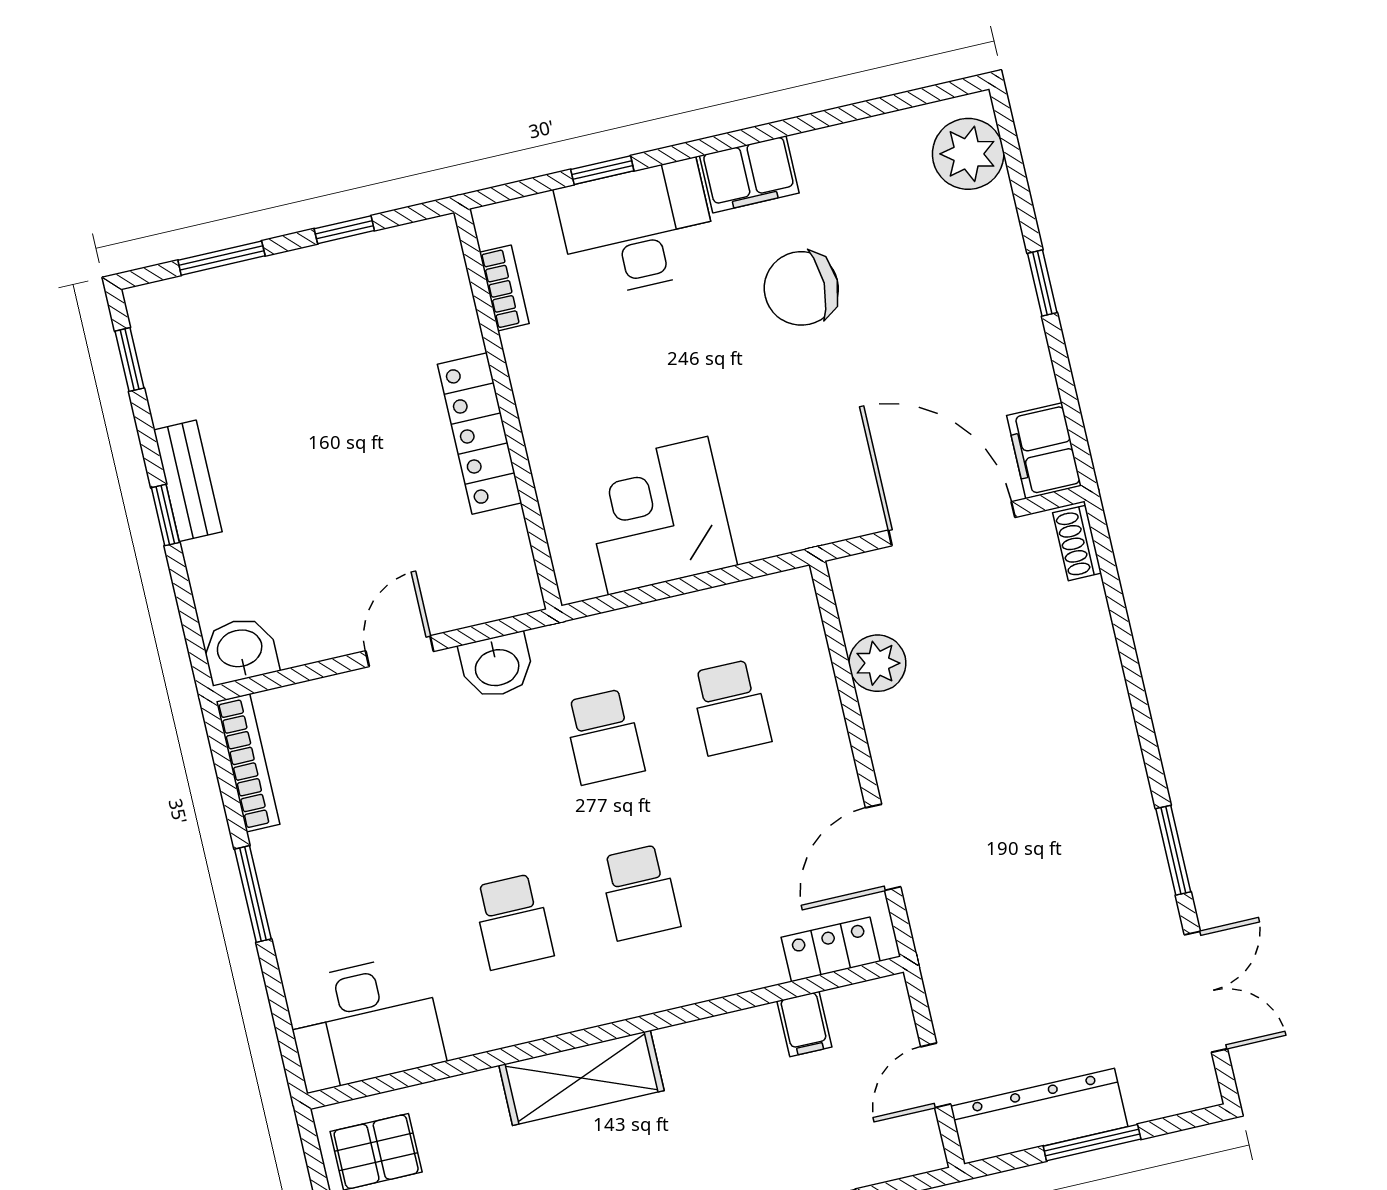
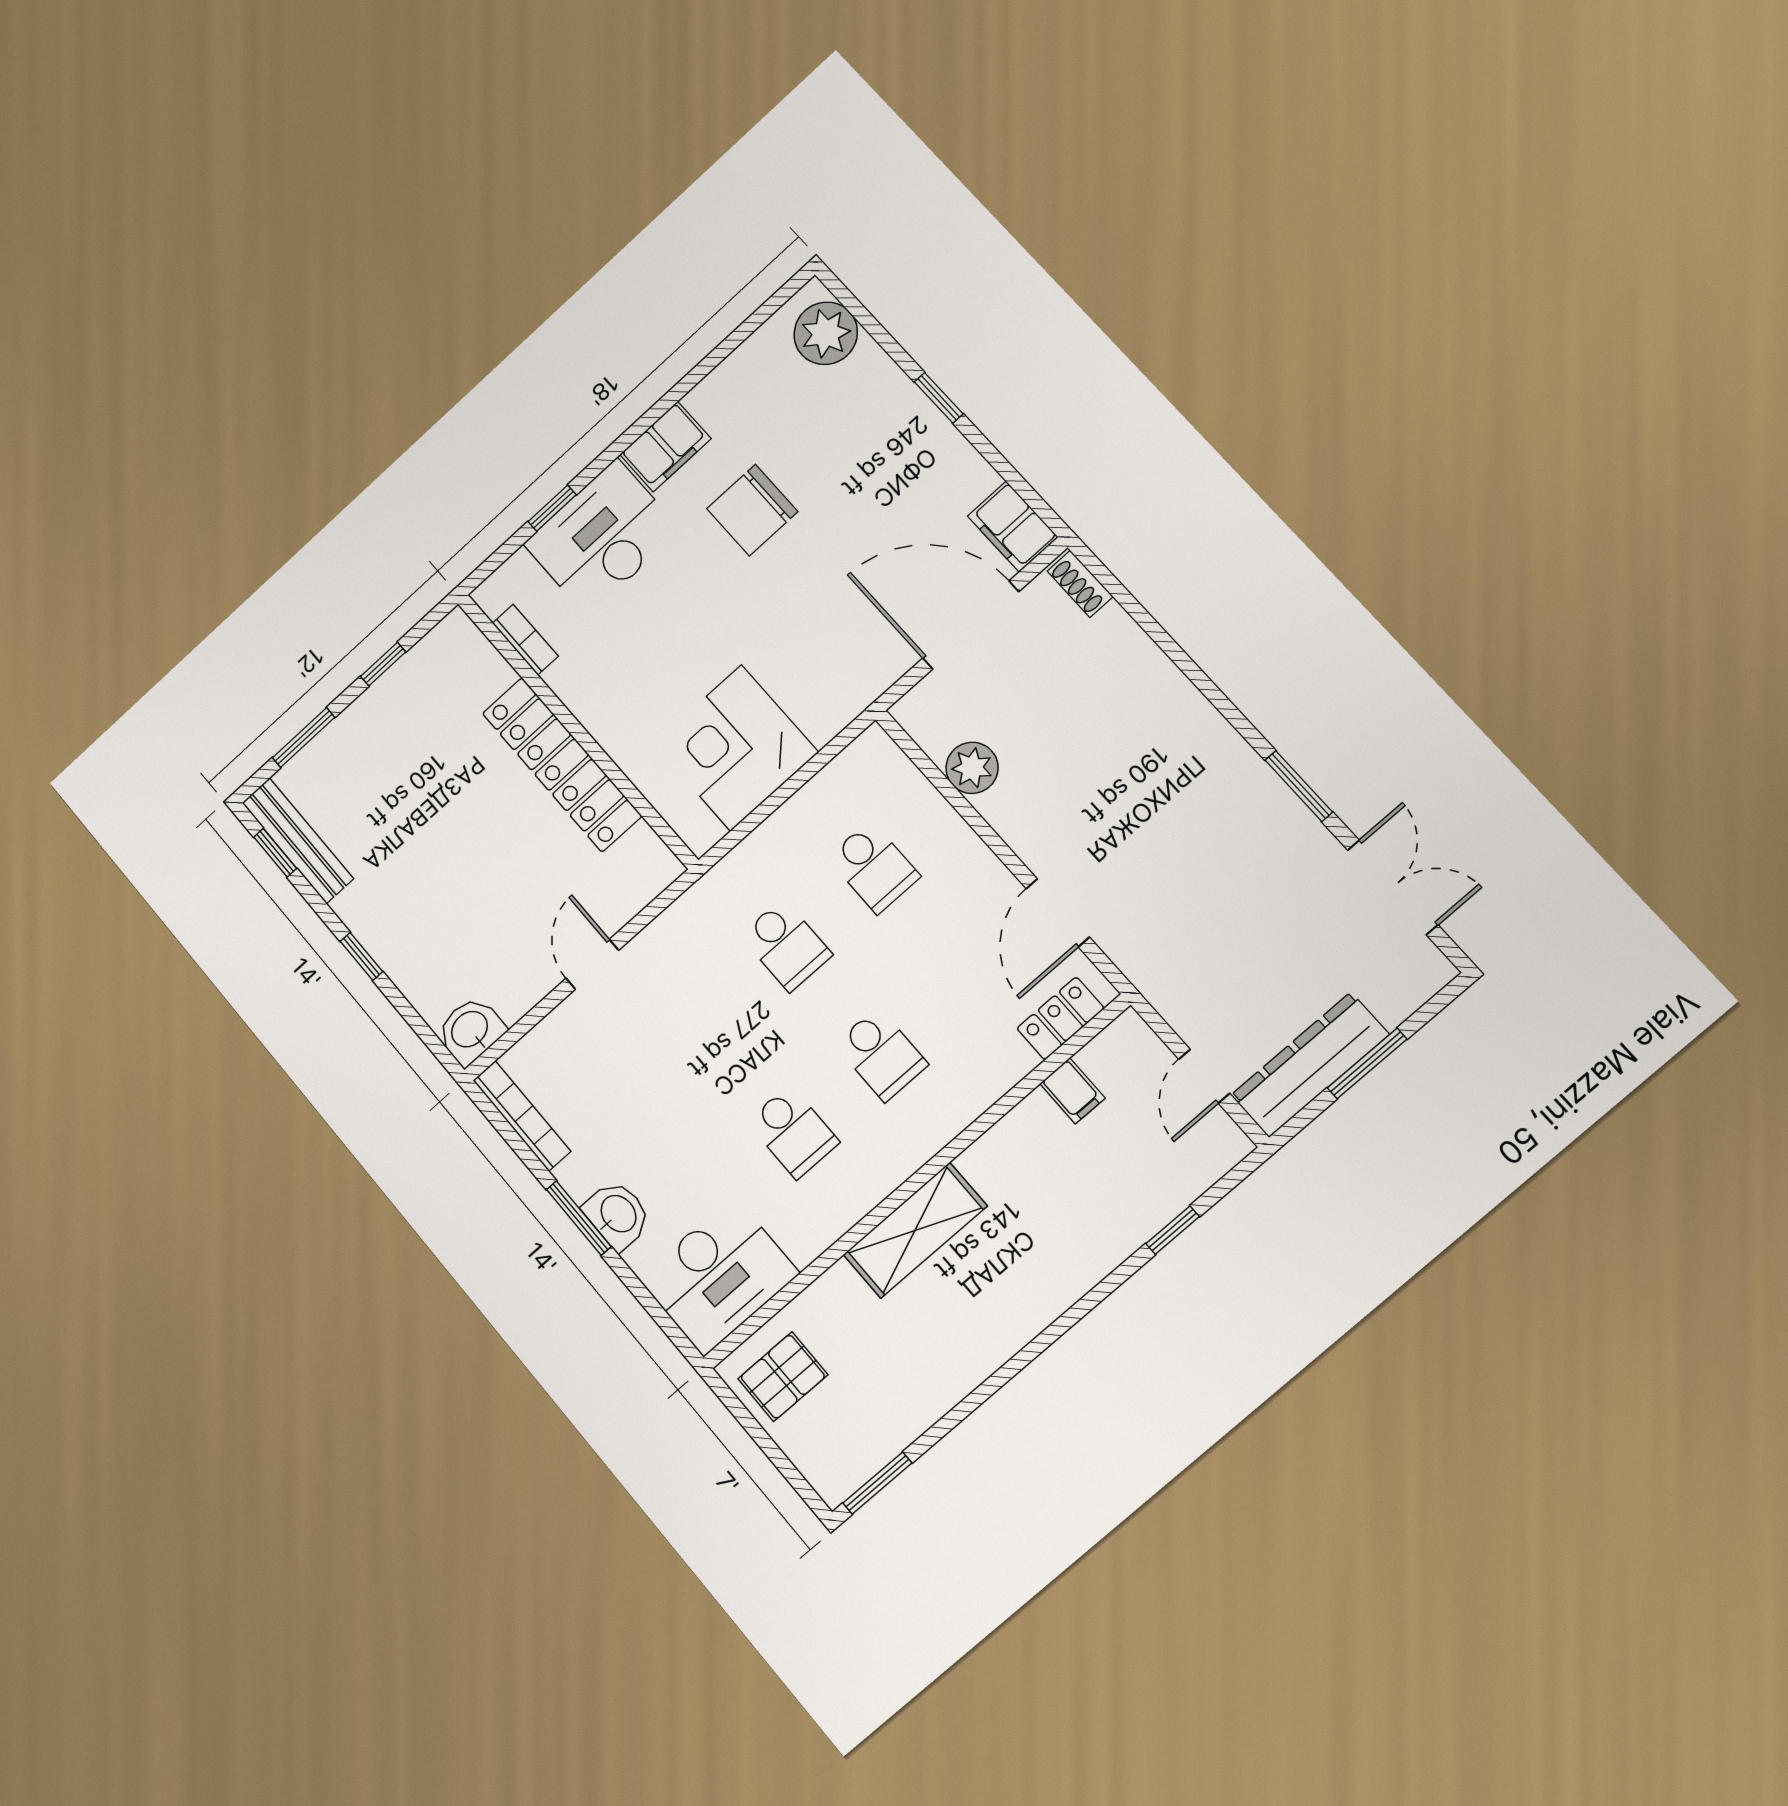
locker: (480, 434) -> (562, 765), width x1.41, depth x1.21
bench: (188, 481) -> (298, 841), moved, width x1.36
washbasin: (497, 666) -> (617, 1215), moved, turned -90

